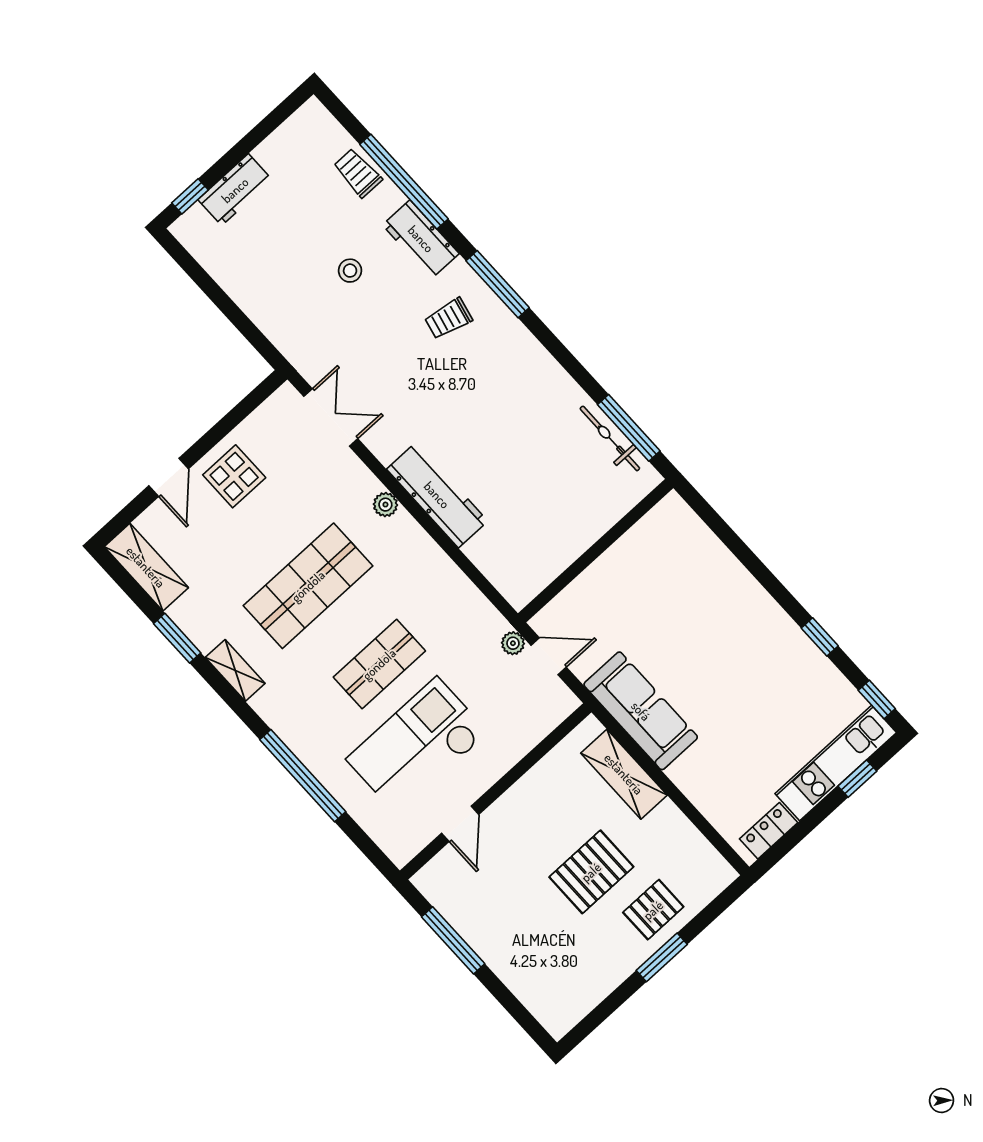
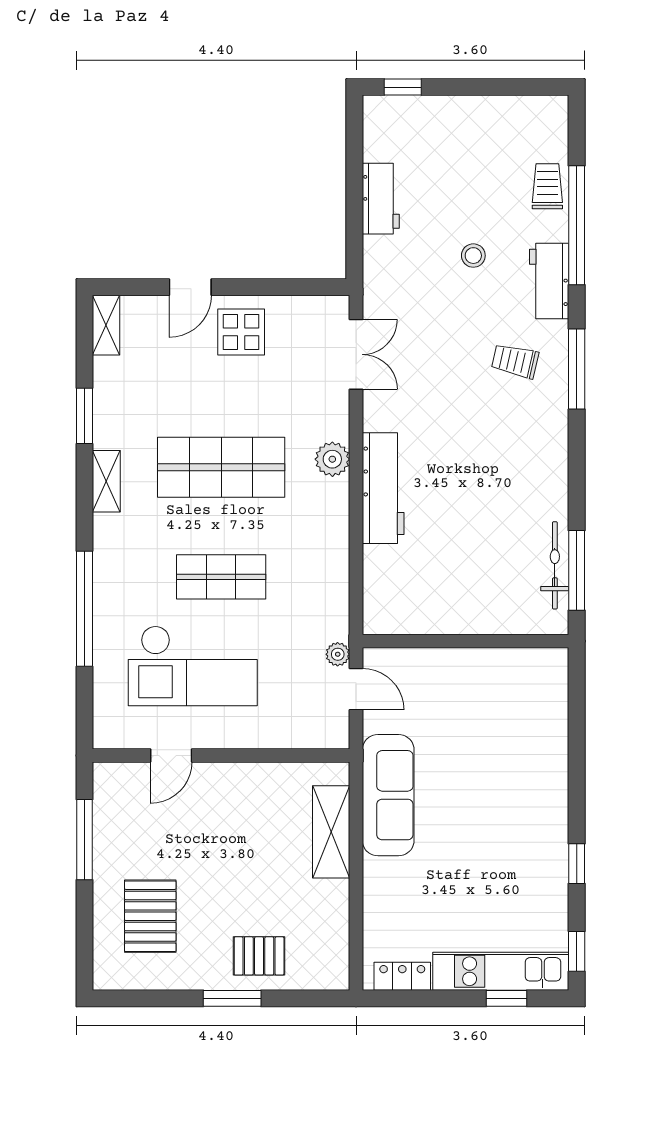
workbench: (235, 190) -> (381, 199), moved, turned -90
plant: (385, 505) -> (332, 459), width x1.38, depth x1.38
shelving: (146, 567) -> (106, 325), width x0.67, depth x0.75
checkout: (417, 746) -> (193, 666), turned 180
pallet: (591, 872) -> (150, 916), moved, turned 90

